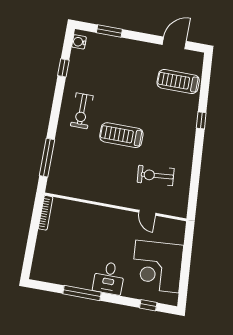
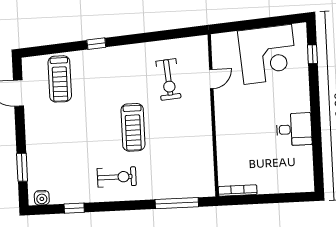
desk: (109, 278) -> (294, 129), moved
window: (82, 293) -> (316, 130), removed

